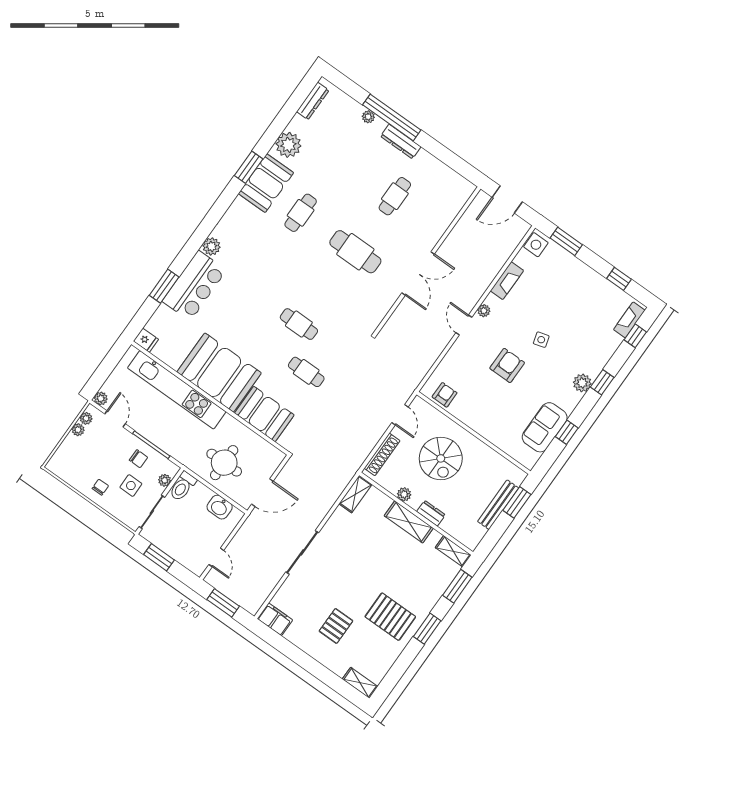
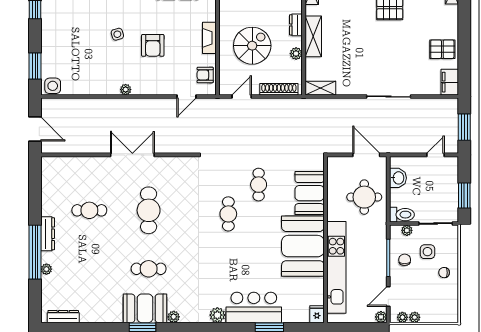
plant: (288, 145) -> (174, 317), moved, width x0.53, depth x0.53
fireplace: (507, 281) -> (209, 38), moved, turned -90
door: (464, 325) -> (186, 97), moved
armchair: (507, 365) -> (153, 45), turned -90
pallet: (336, 626) -> (442, 49), moved

